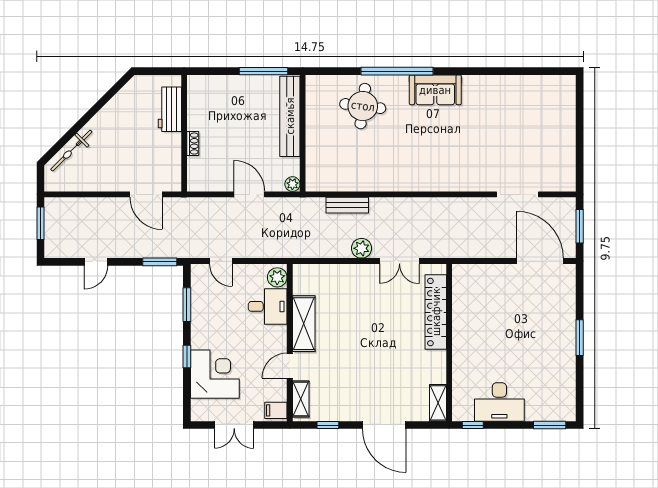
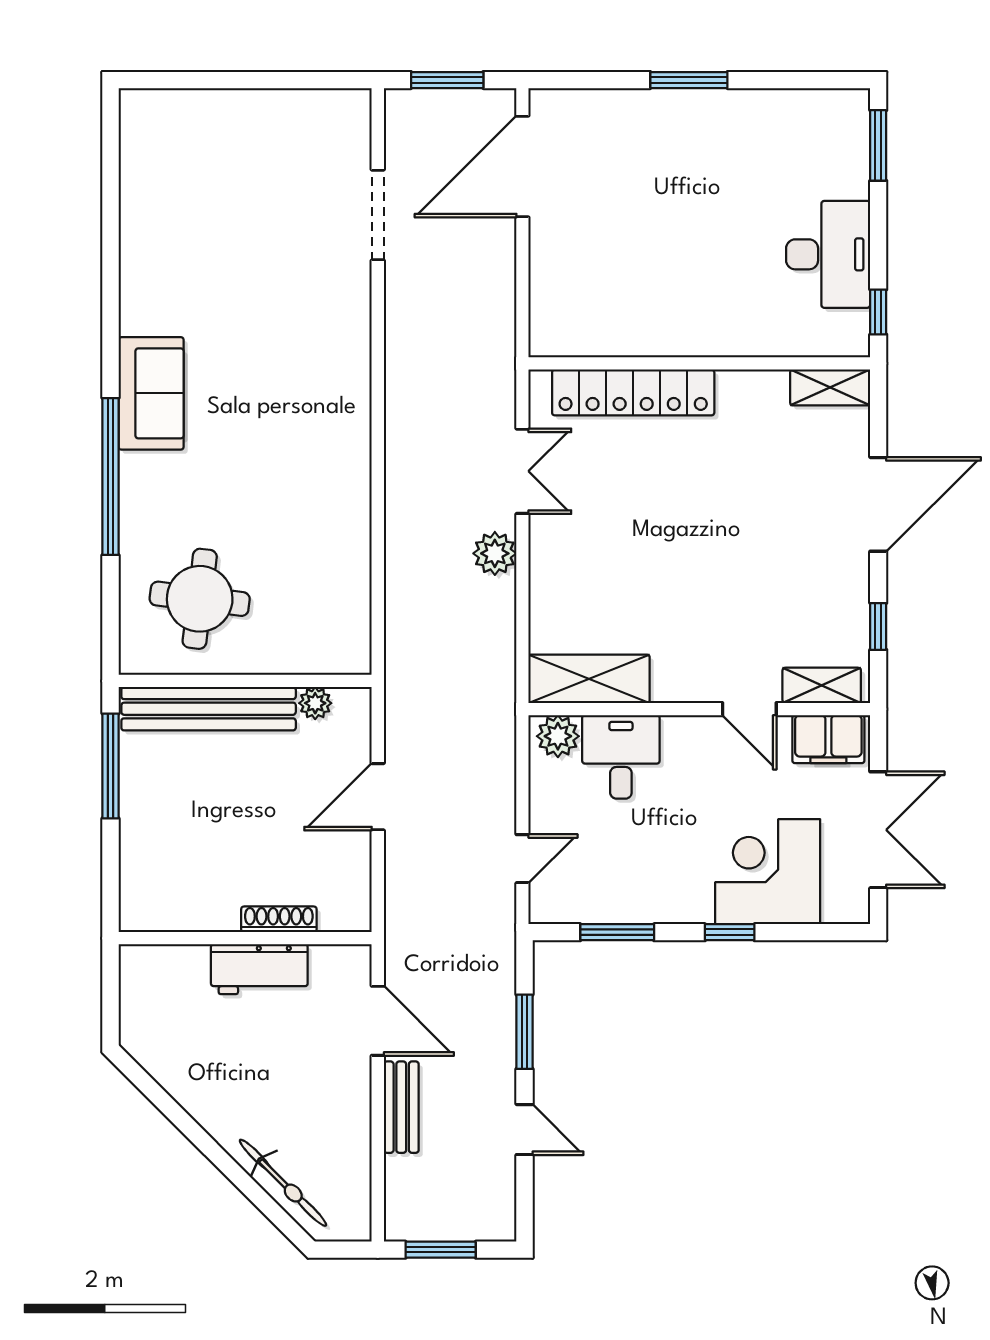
round table: (363, 106) -> (200, 599), moved
workbench: (170, 109) -> (259, 969), moved
shoe rack: (193, 144) -> (279, 919), width x1.43
plant: (292, 184) -> (315, 703), moved
door: (146, 194) -> (378, 1021), hinge flipped
bench: (347, 205) -> (401, 1107), moved
window: (160, 262) -> (524, 1032), moved
shelving: (304, 324) -> (589, 679), moved
filing cabinet: (276, 410) -> (828, 739), width x2.00
double door: (234, 425) -> (878, 830), width x1.37

